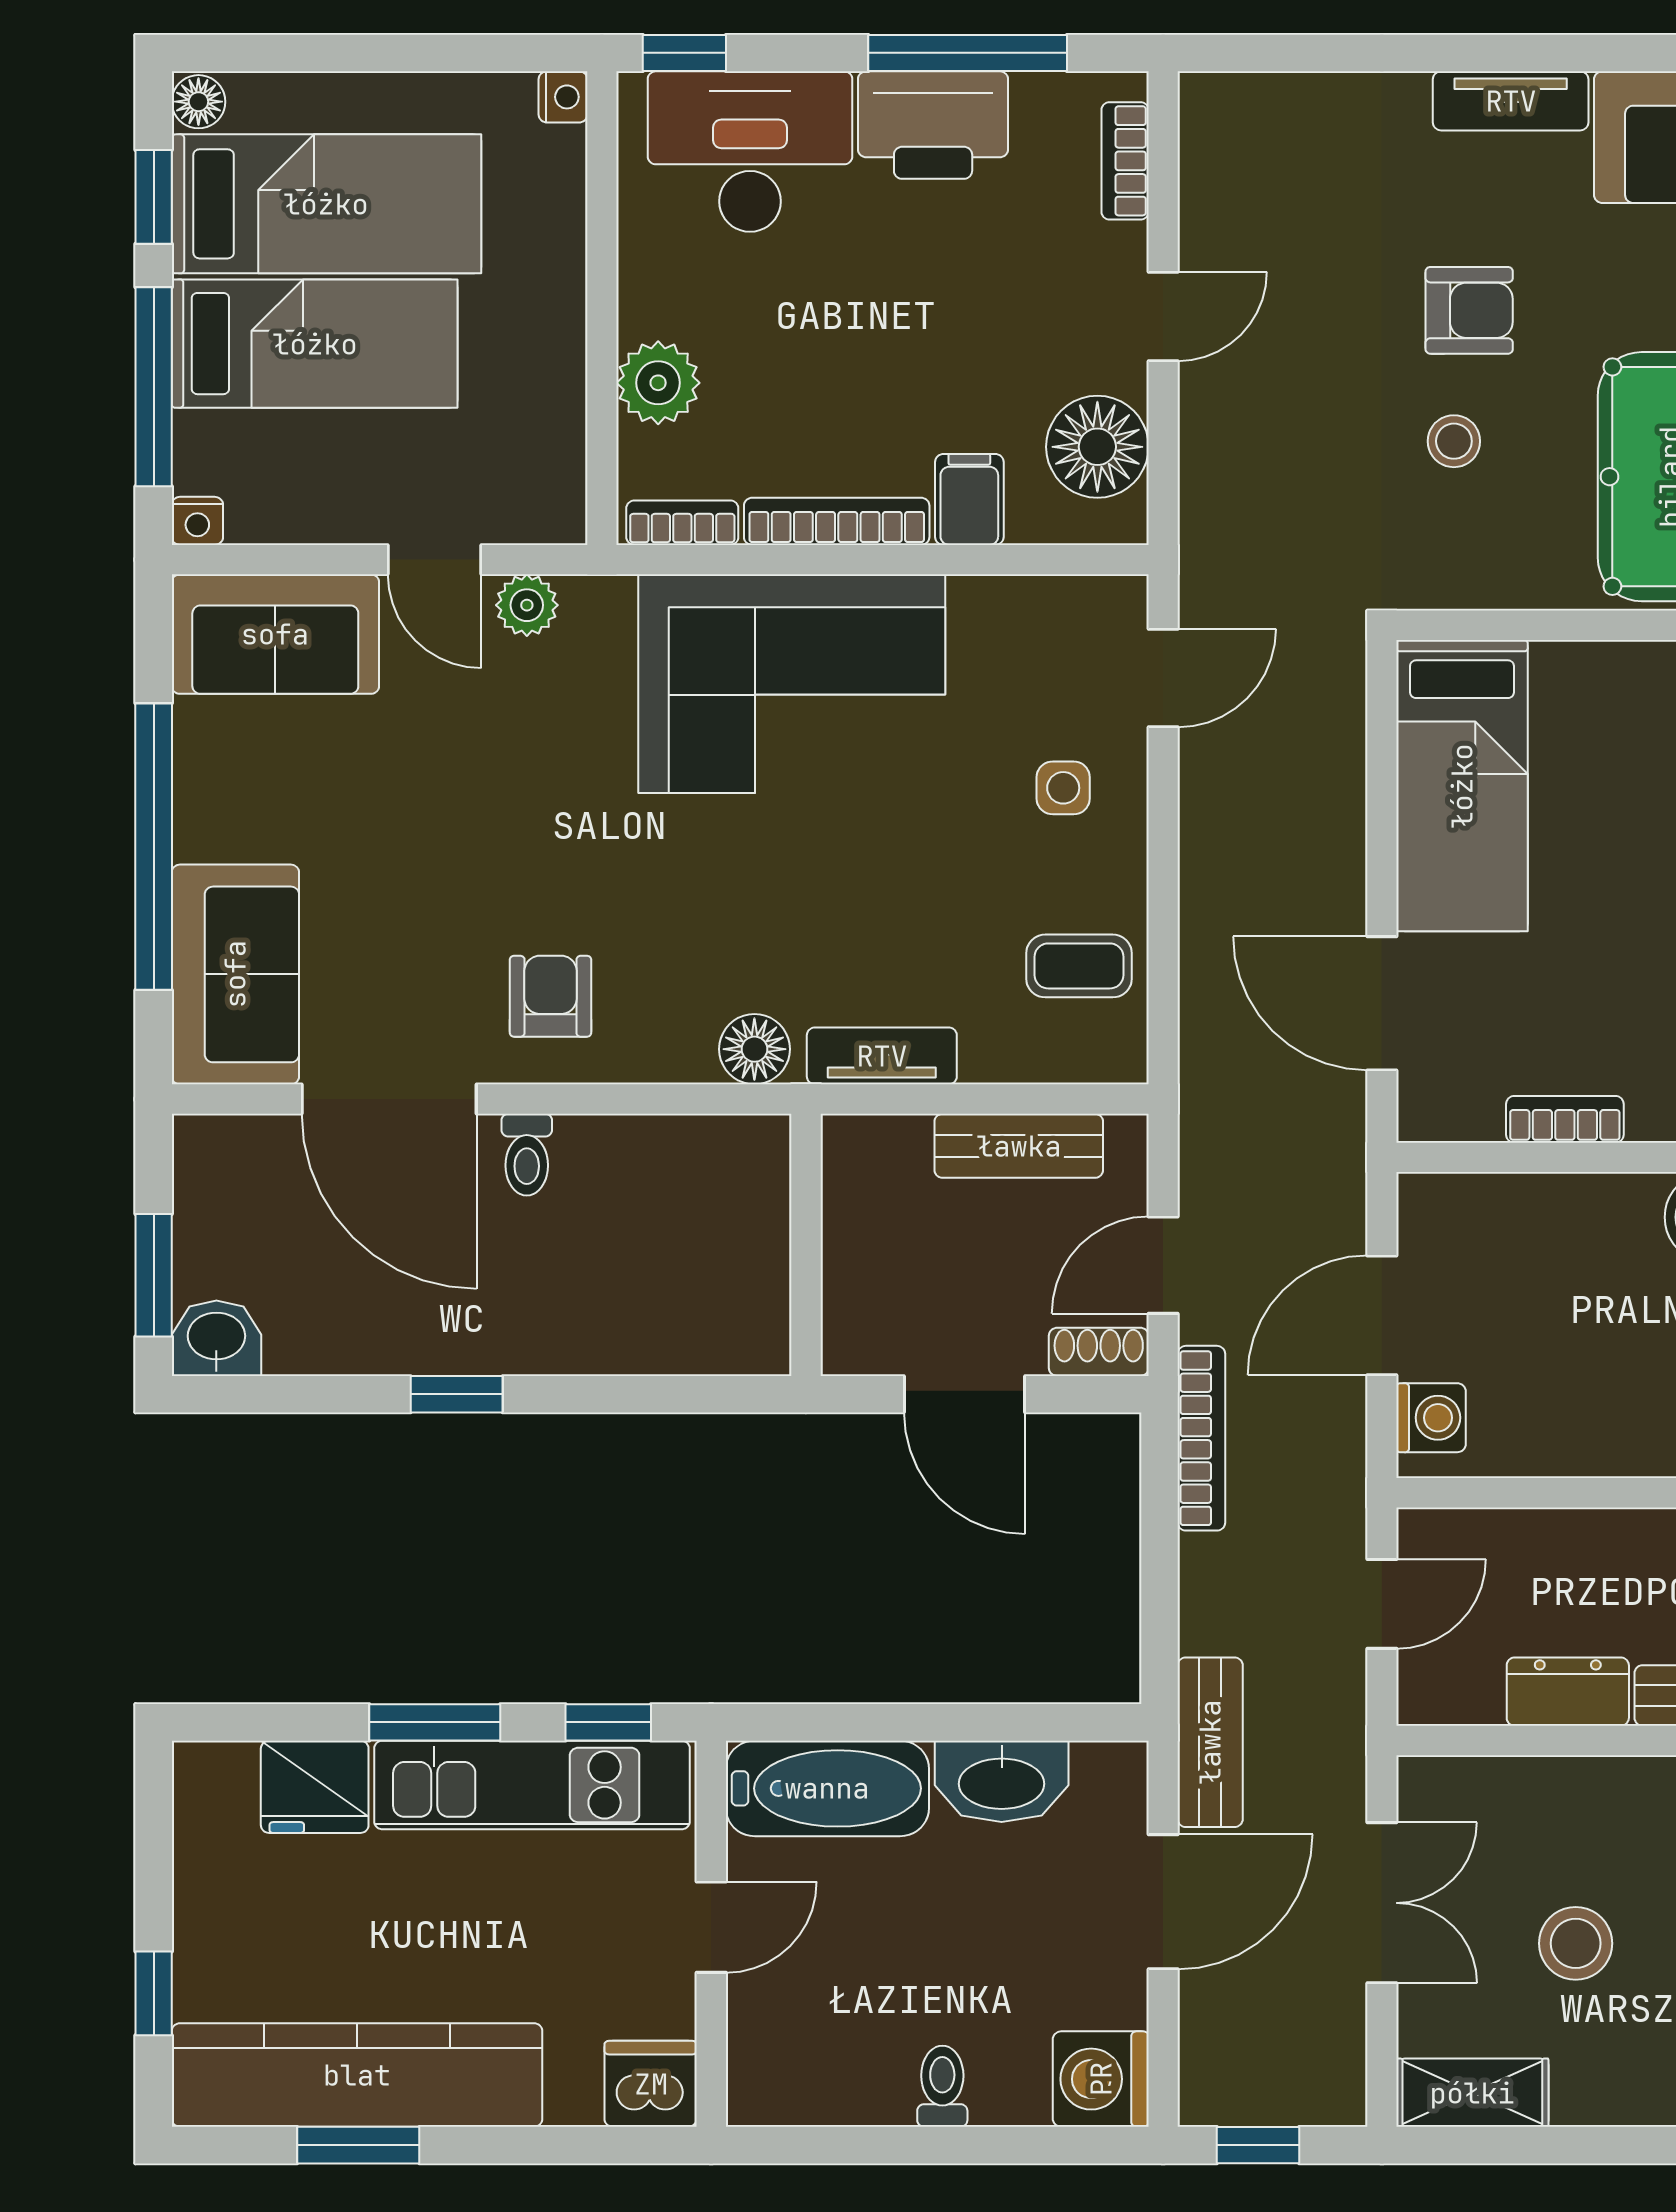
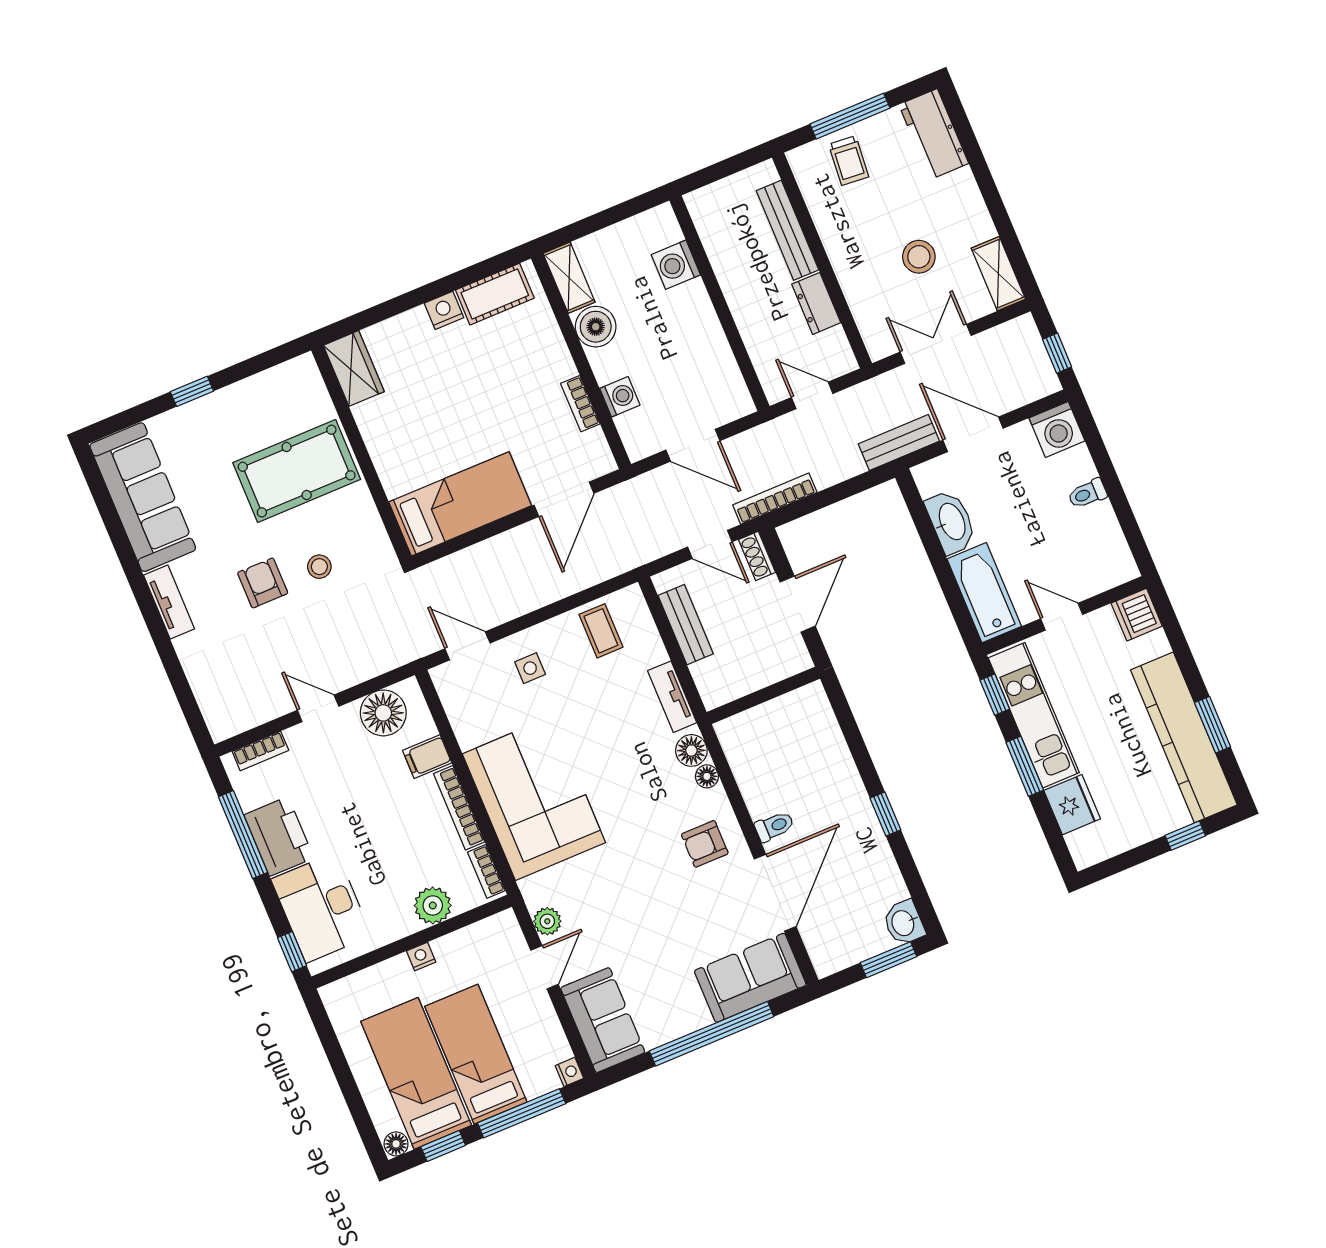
nightstand: (563, 97) -> (421, 956), moved
floor lamp: (688, 1059) -> (707, 776), added
washing machine: (1431, 1418) -> (620, 397), moved, turned 90

